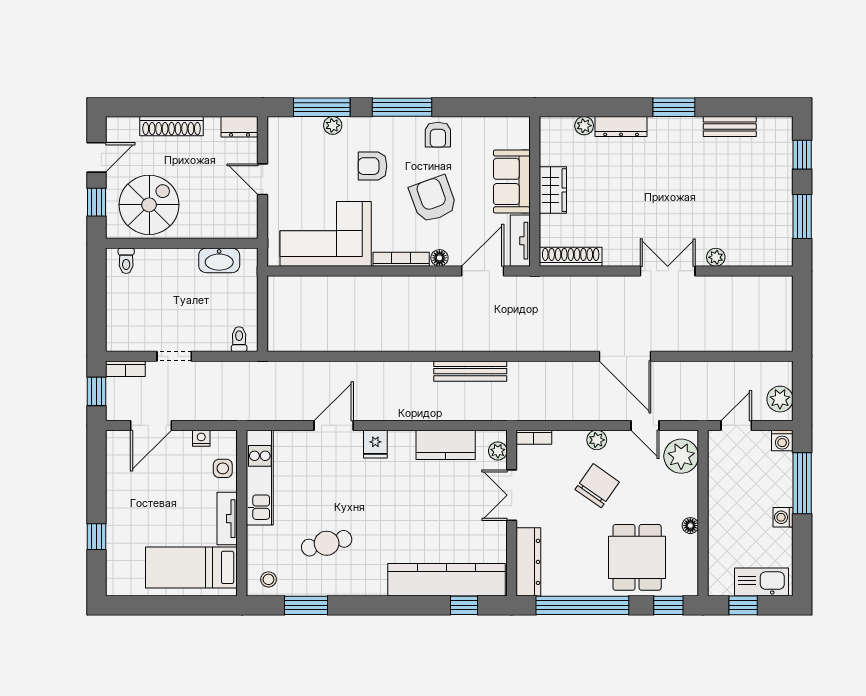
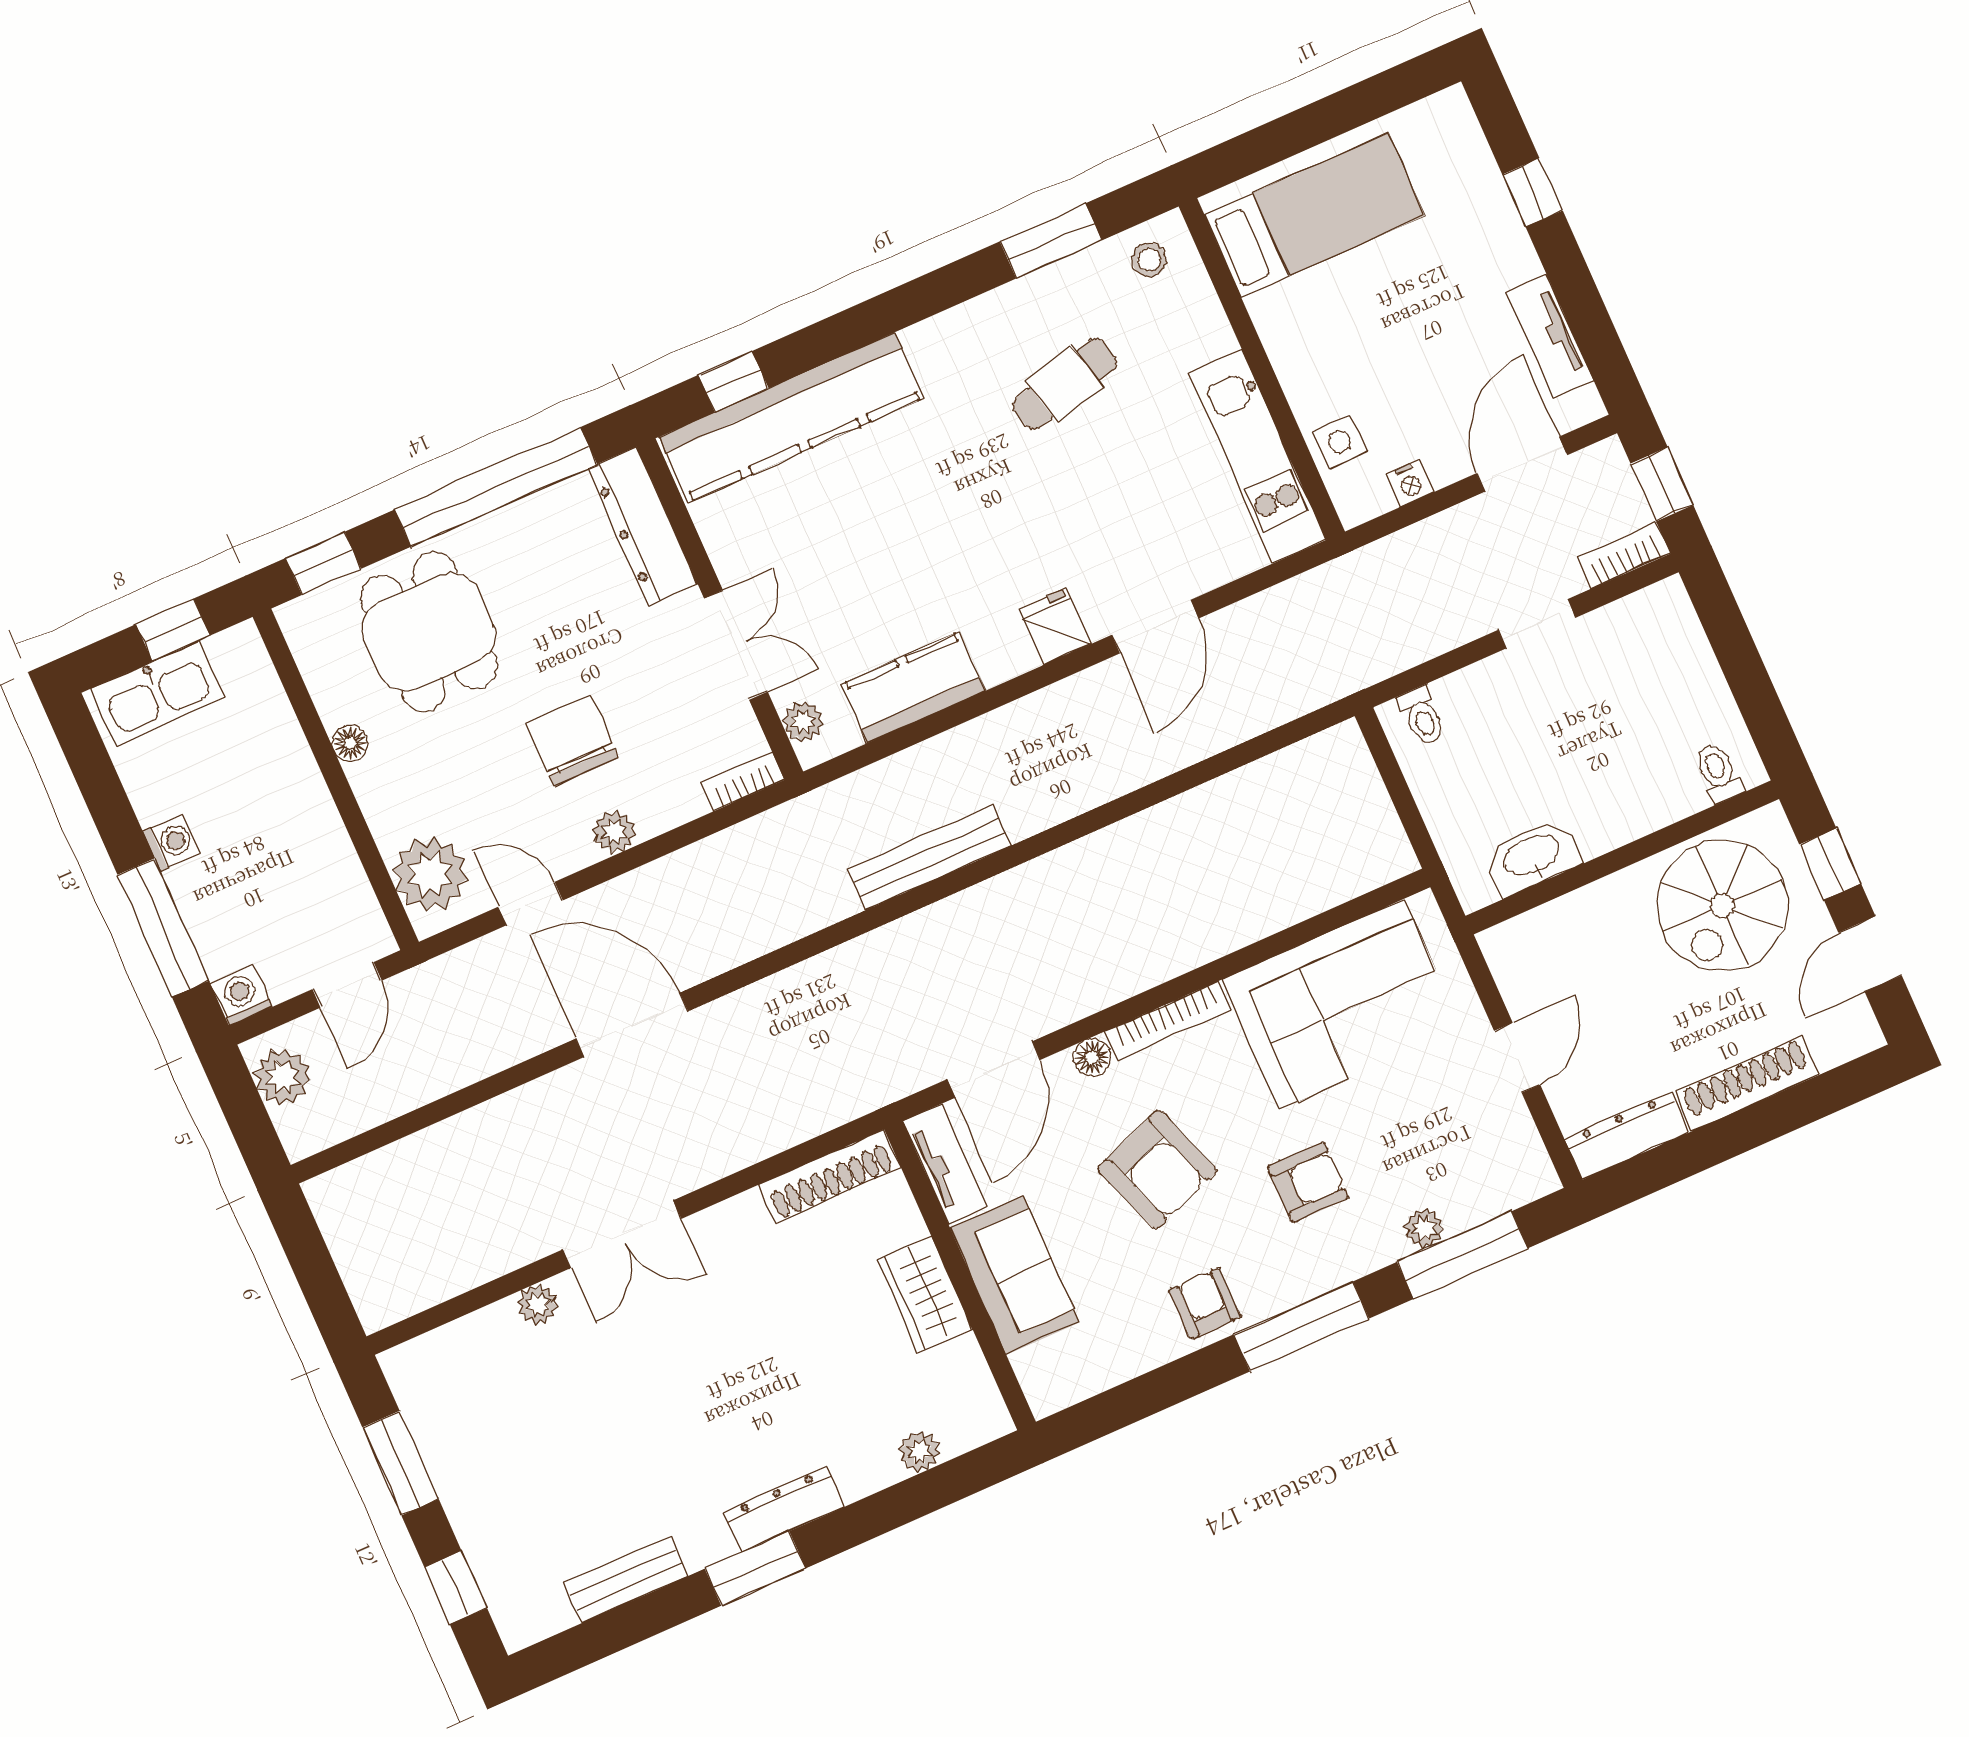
dresser: (240, 127) -> (1626, 1135), width x1.44
dresser: (621, 127) -> (784, 1509), moved
door: (263, 179) -> (1517, 1058), hinge flipped
chair: (597, 486) -> (573, 740), turned 145
tv unit: (227, 519) -> (1550, 336), moved, turned 180

